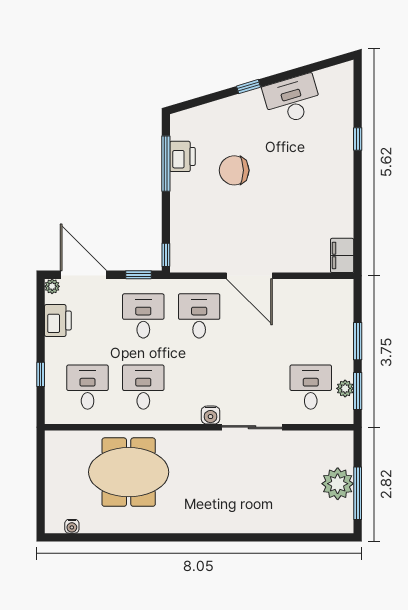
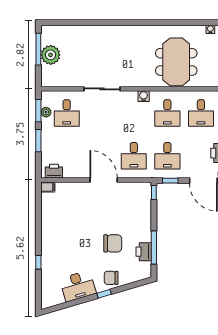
chair: (237, 113) -> (111, 278), added
filing cabinet: (342, 255) -> (48, 187), width x0.50
printer: (332, 290) -> (54, 171), added
water cooler: (210, 415) -> (144, 96), moved
meeting table: (129, 472) -> (176, 62), turned 90

